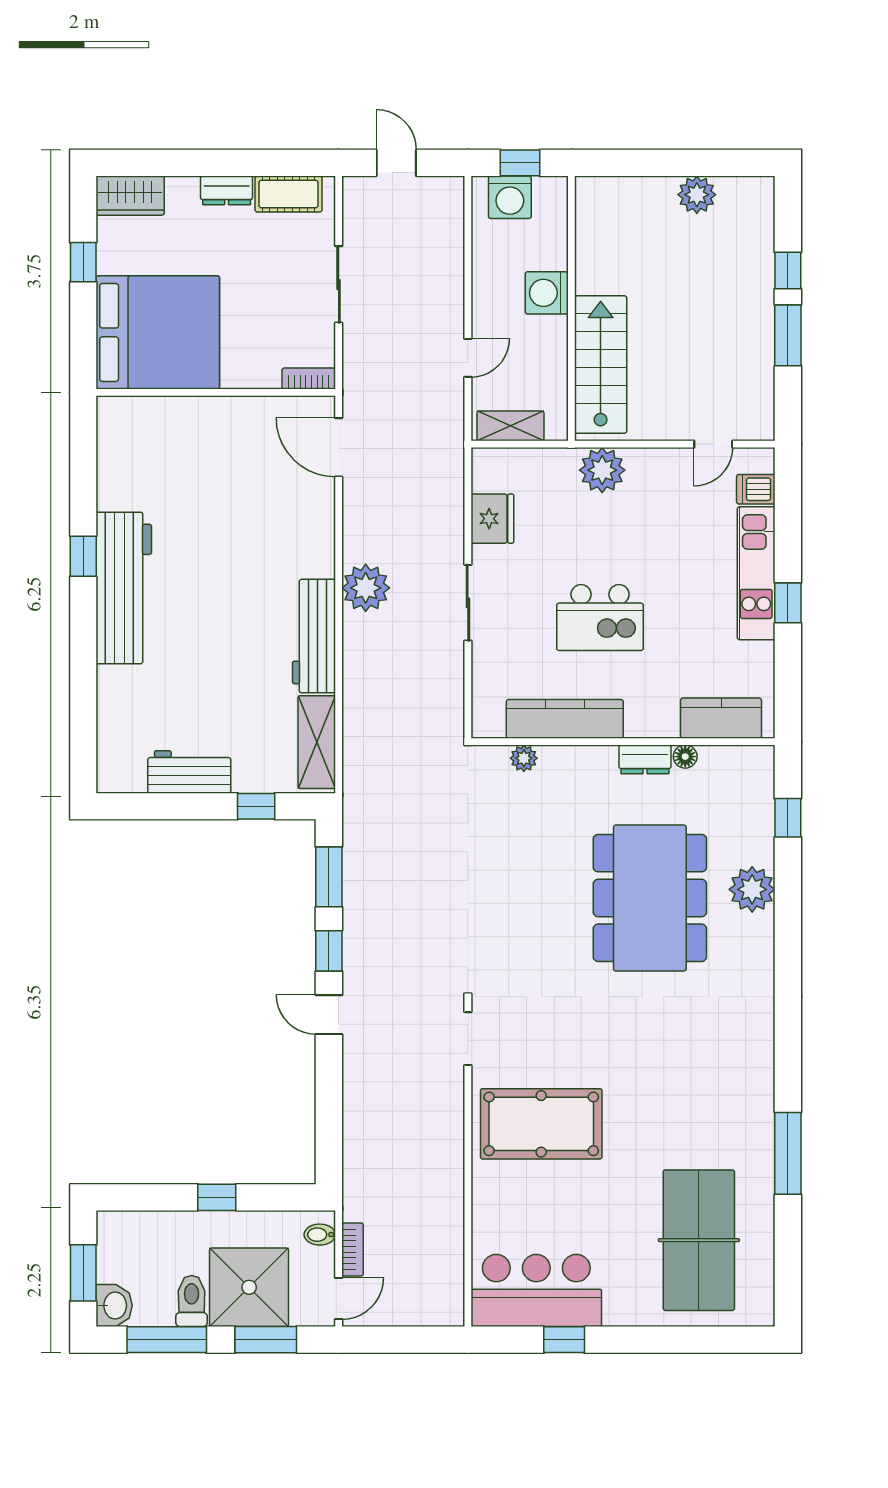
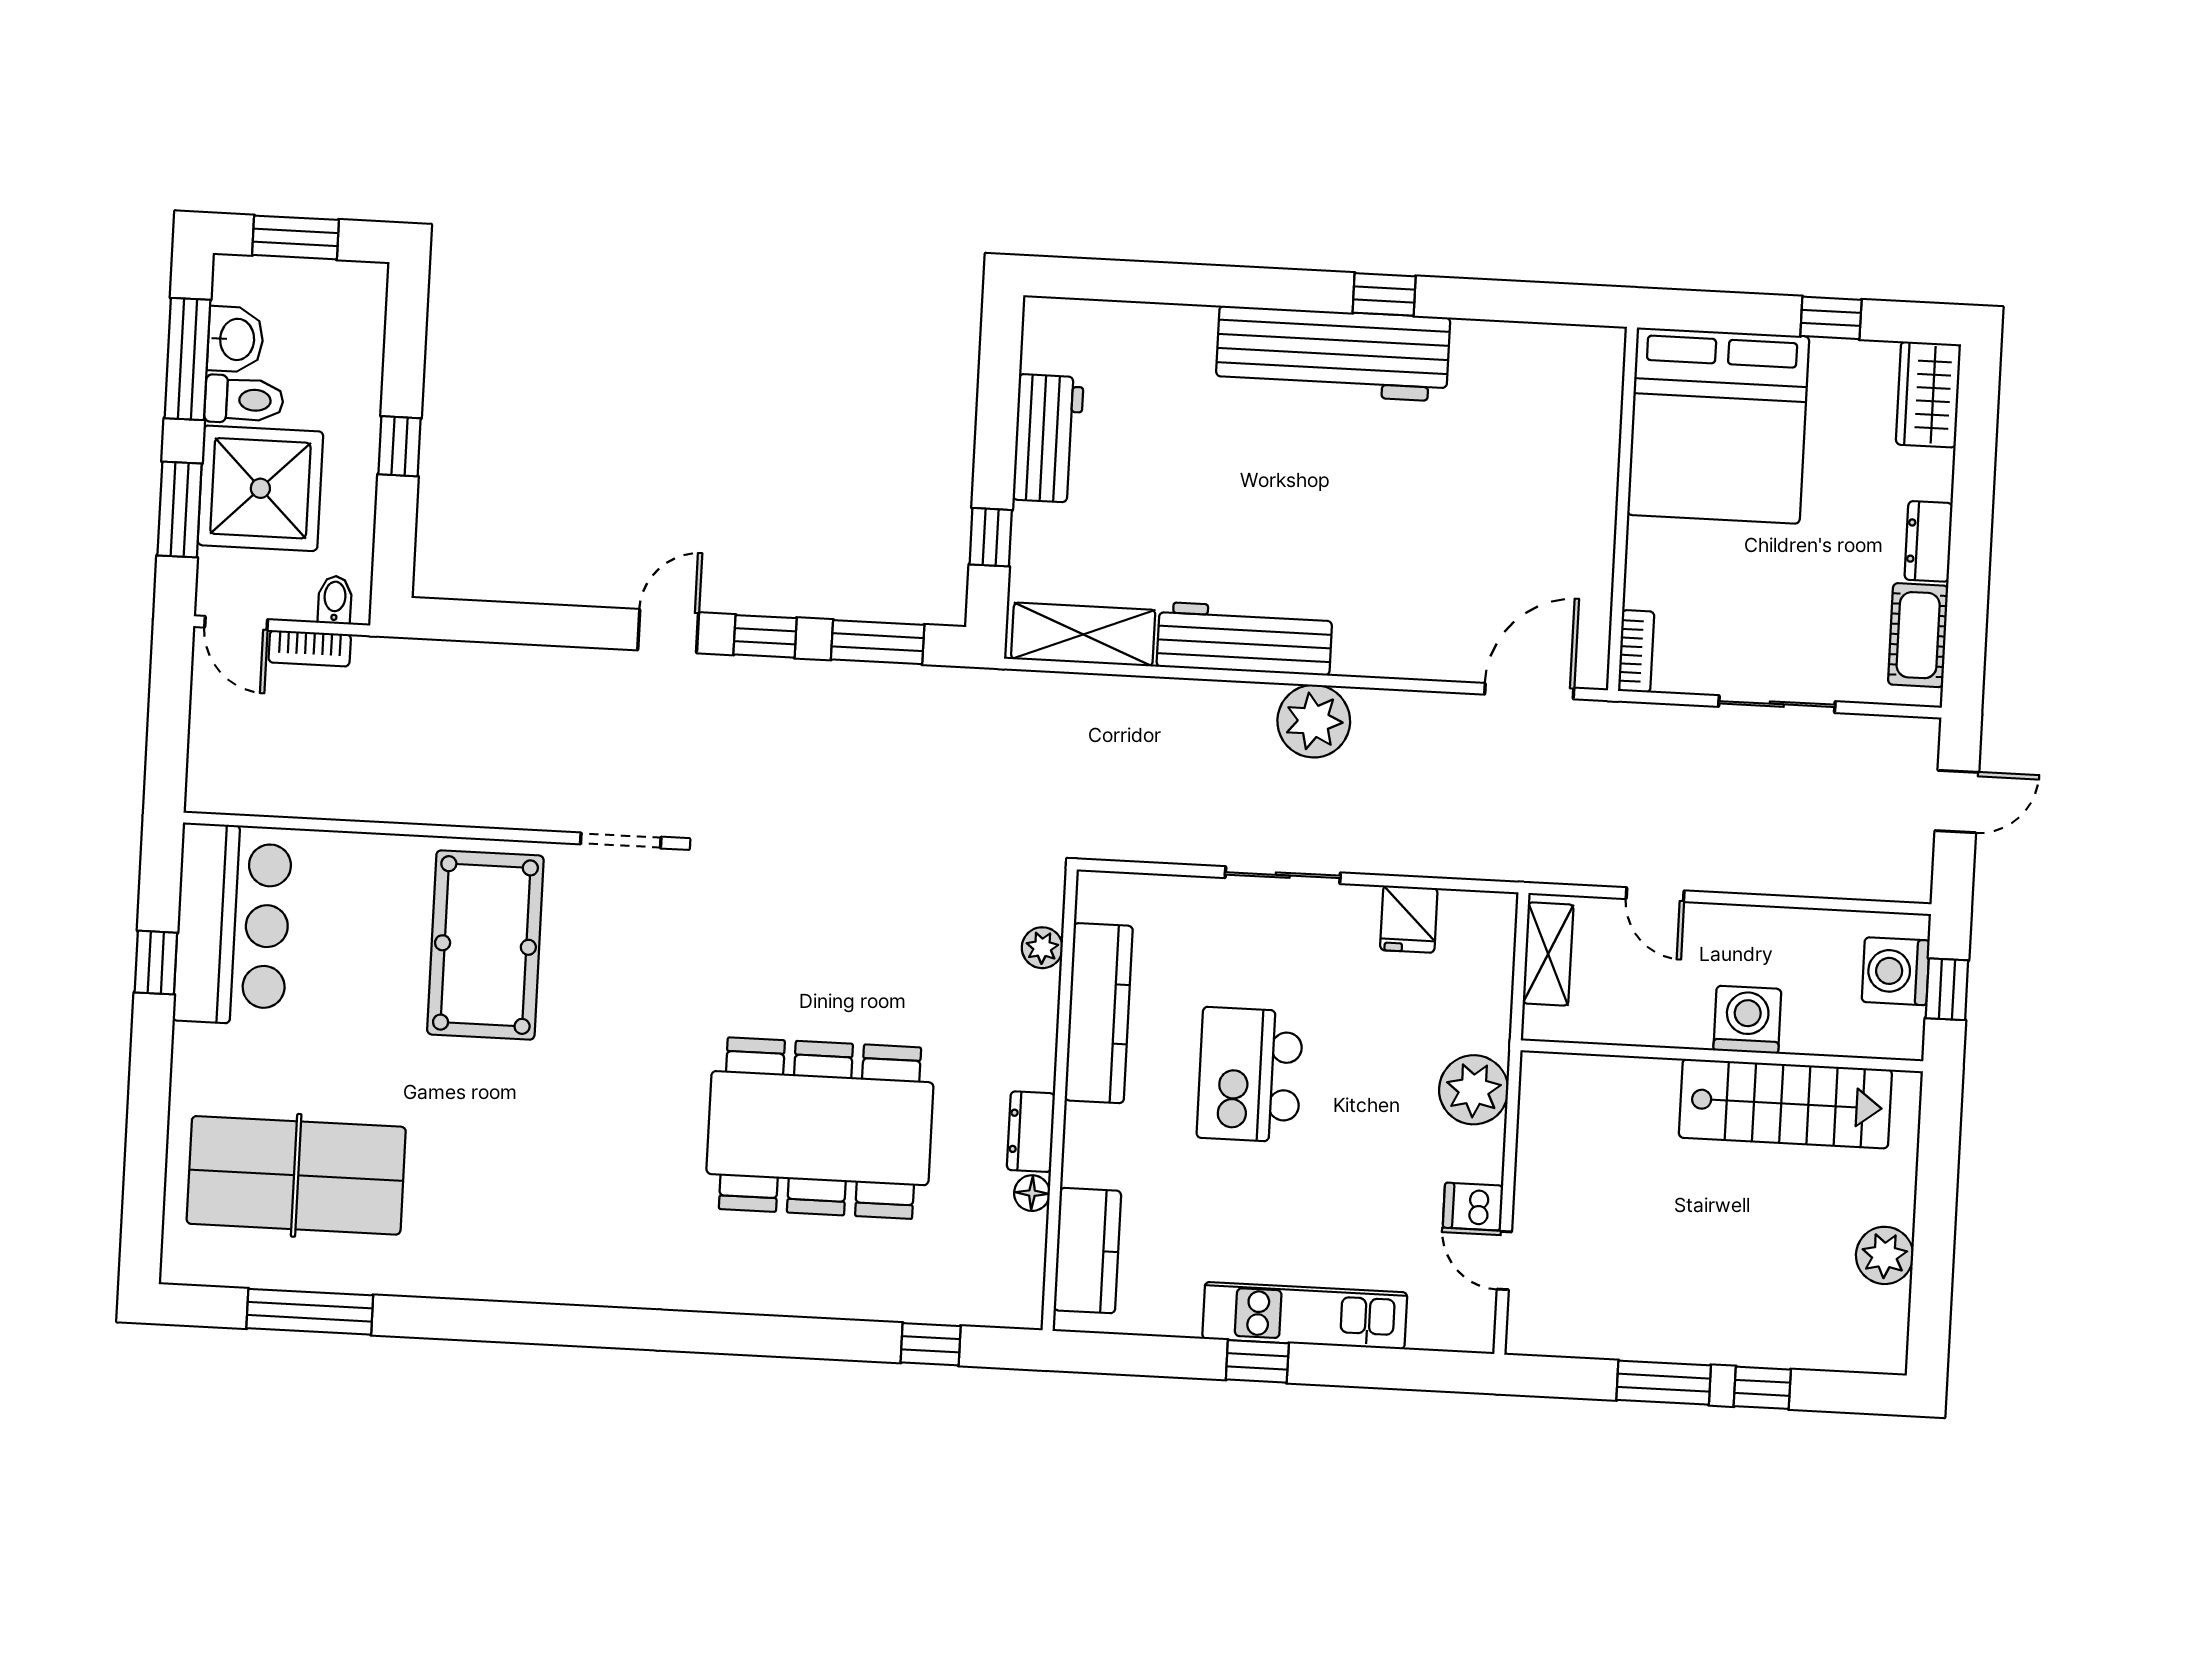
stairs: (601, 364) -> (1785, 1104), moved
dishwasher: (756, 489) -> (1473, 1207), moved, turned -90
fridge: (492, 519) -> (1409, 919), width x0.72
plant: (752, 889) -> (825, 1284), removed
window: (788, 1153) -> (310, 1312), moved
washbasin: (114, 1305) -> (236, 339), moved, turned -90

